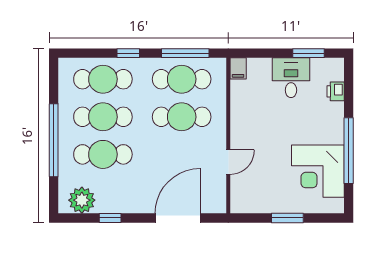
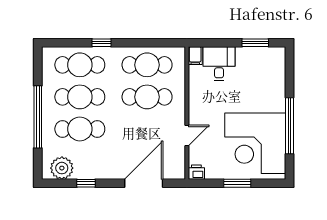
window: (185, 53) -> (150, 43), removed
desk: (291, 78) -> (219, 64), moved
printer: (336, 91) -> (196, 172), moved, turned 90
corner desk: (318, 171) -> (255, 143), width x1.36, depth x1.36

